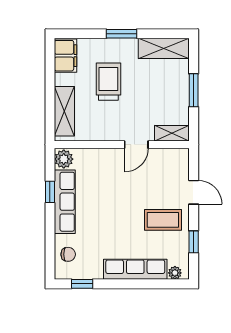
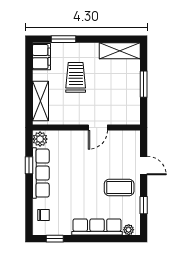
window: (122, 34) -> (64, 39), moved
shelving: (172, 133) -> (126, 118), removed

